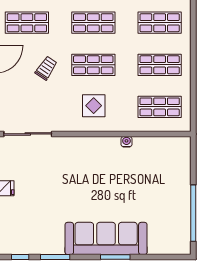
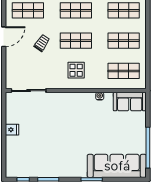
sofa: (168, 149) -> (130, 102), added
sofa: (106, 238) -> (117, 166), moved

